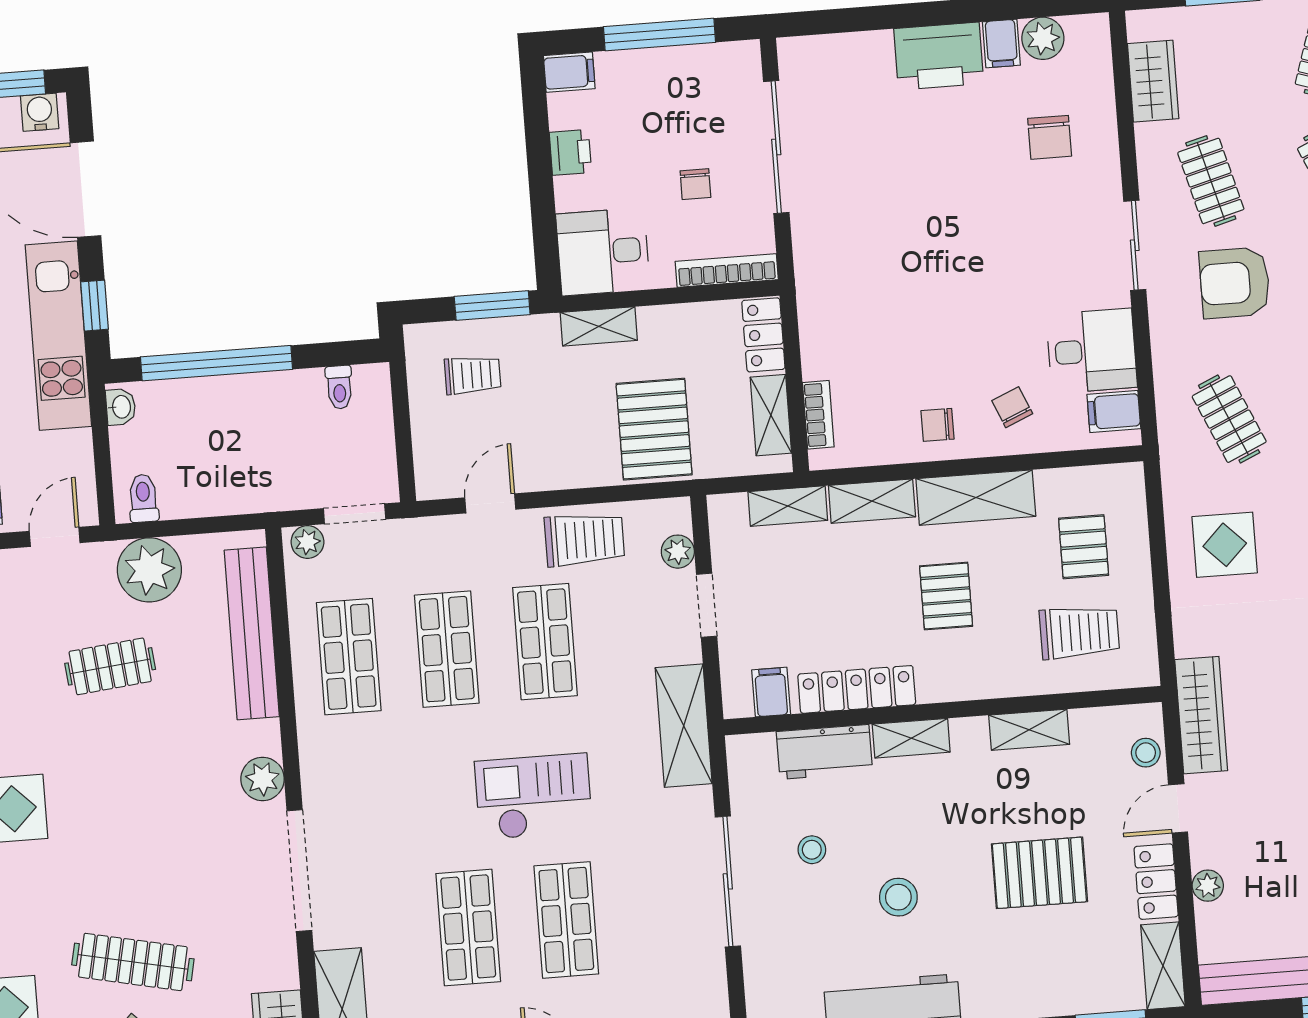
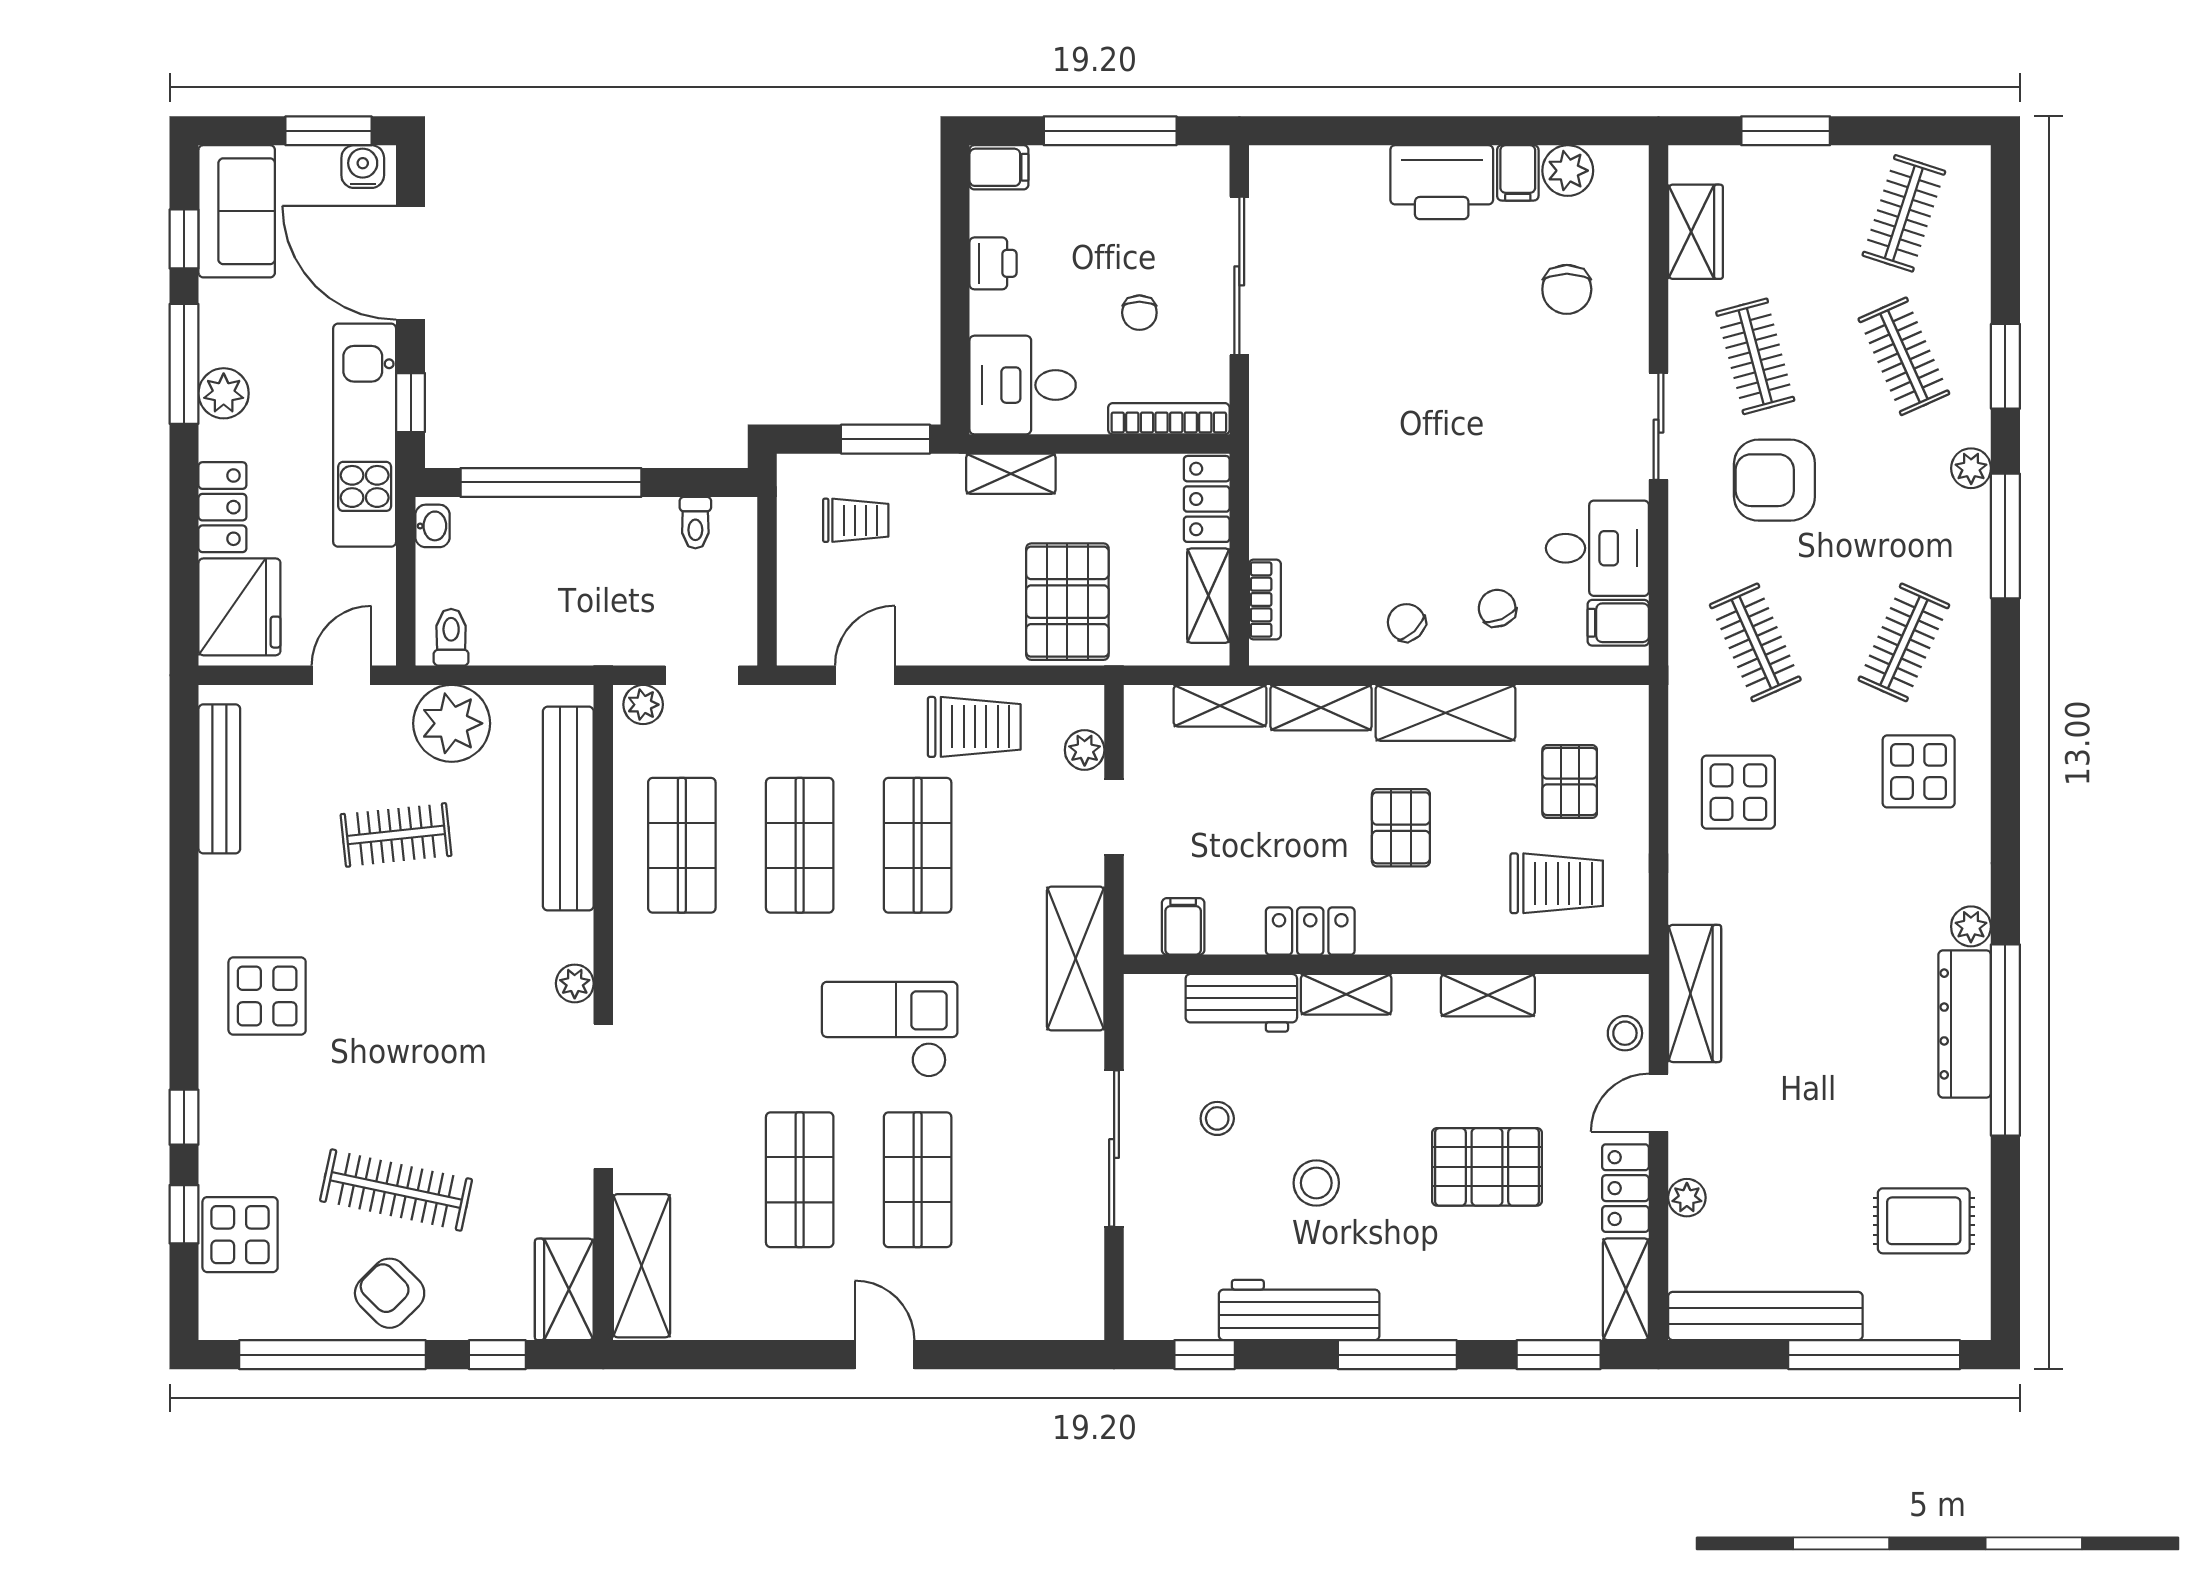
chair: (938, 425) -> (1406, 623), turned 46
locker: (857, 689) -> (1310, 931), width x0.66
plant: (263, 779) -> (575, 983), width x0.73, depth x0.73

